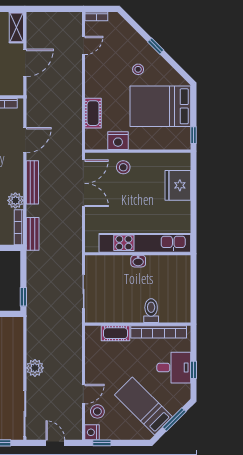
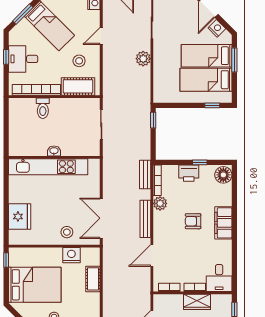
cot: (116, 333) -> (78, 86), width x1.37, depth x1.34
stool: (97, 411) -> (79, 61), moved

